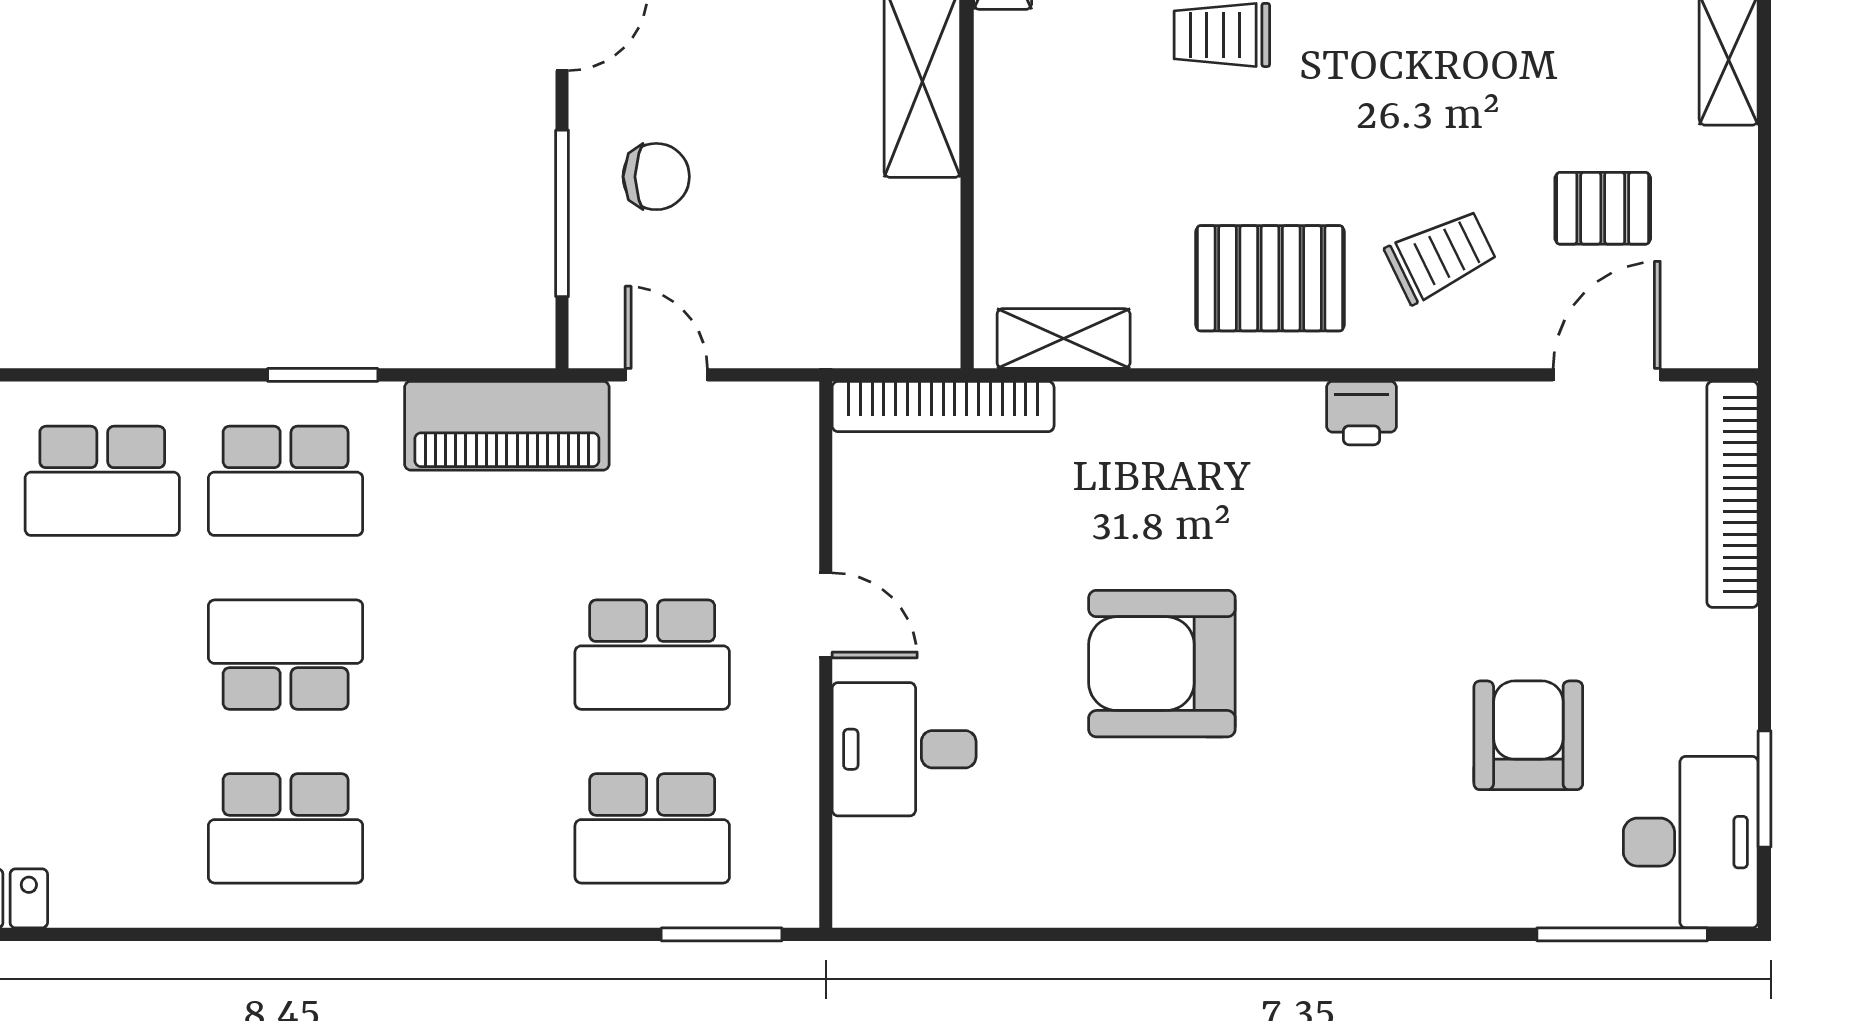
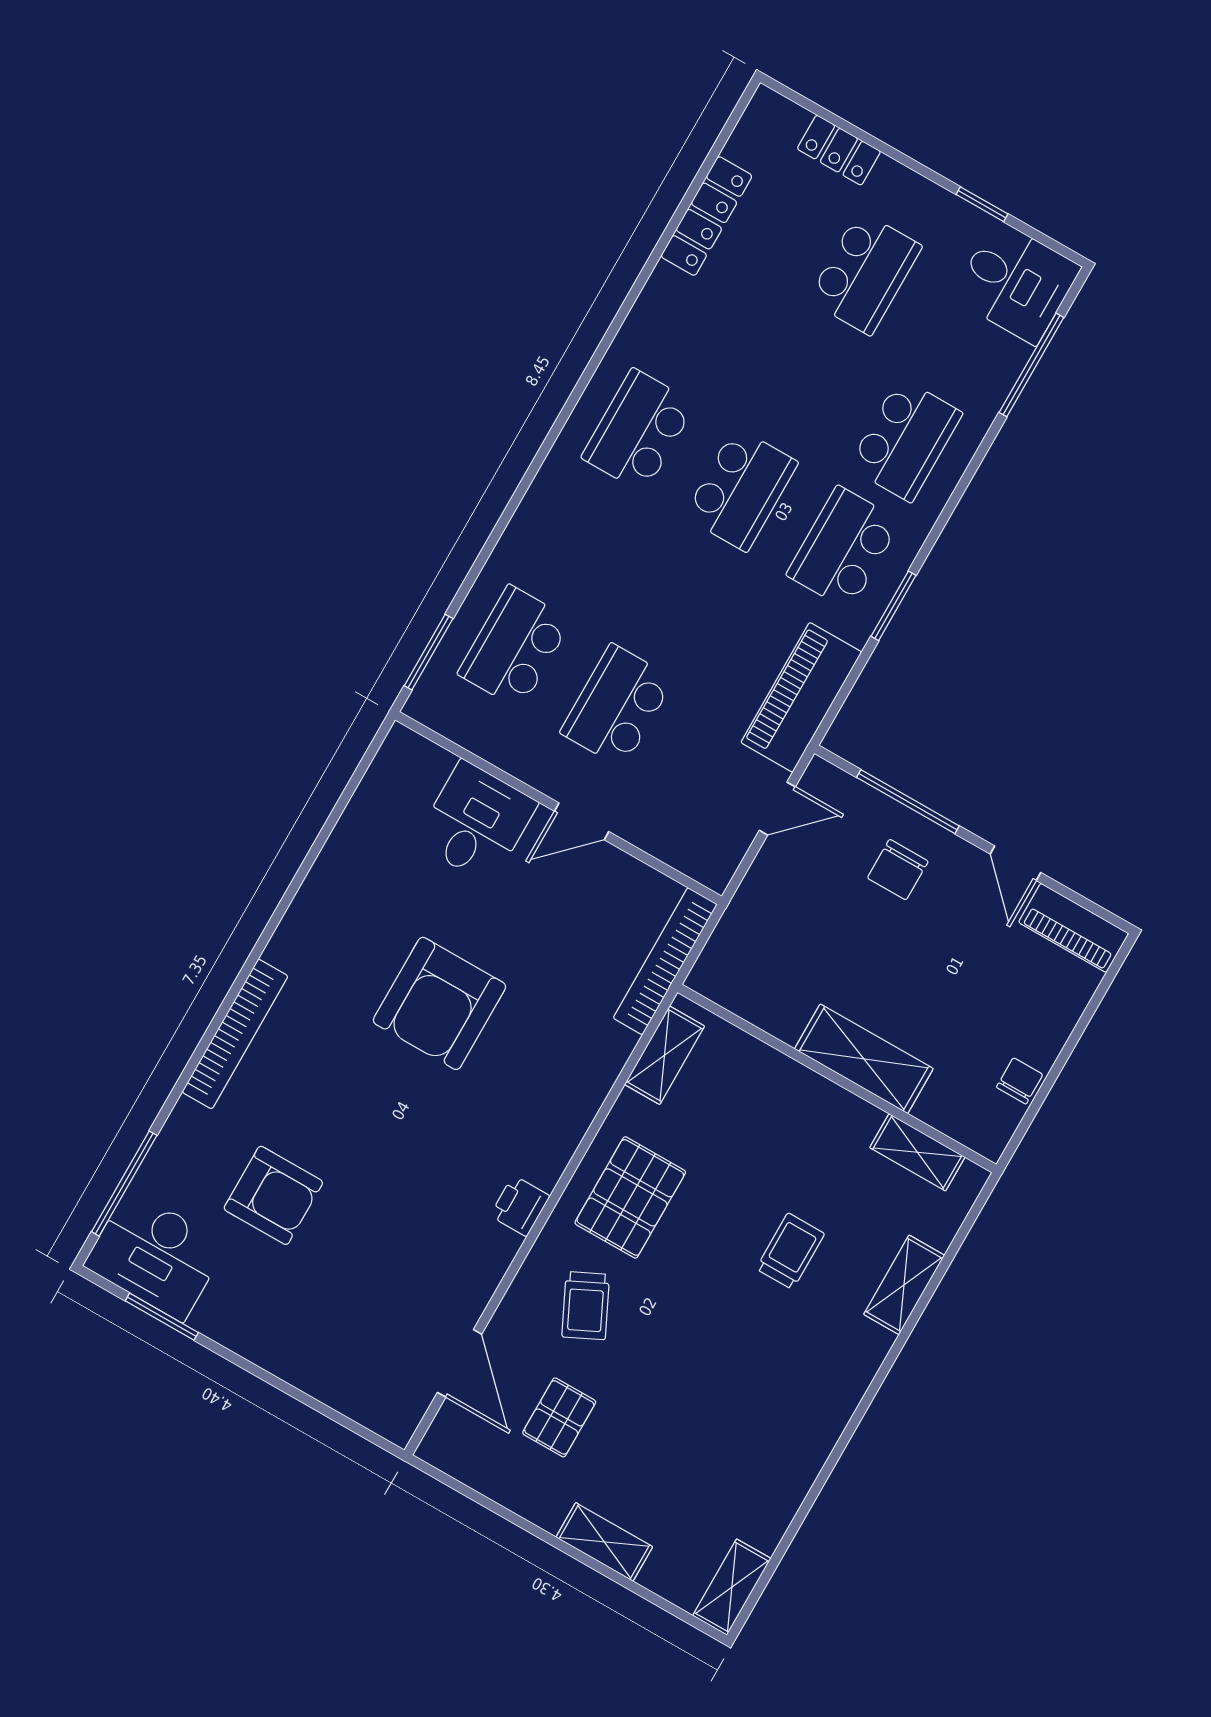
school desk: (102, 481) -> (905, 440), turned 180
bookcase: (1732, 494) -> (235, 1034), moved, turned 90
armchair: (1162, 664) -> (439, 1003), turned 180

